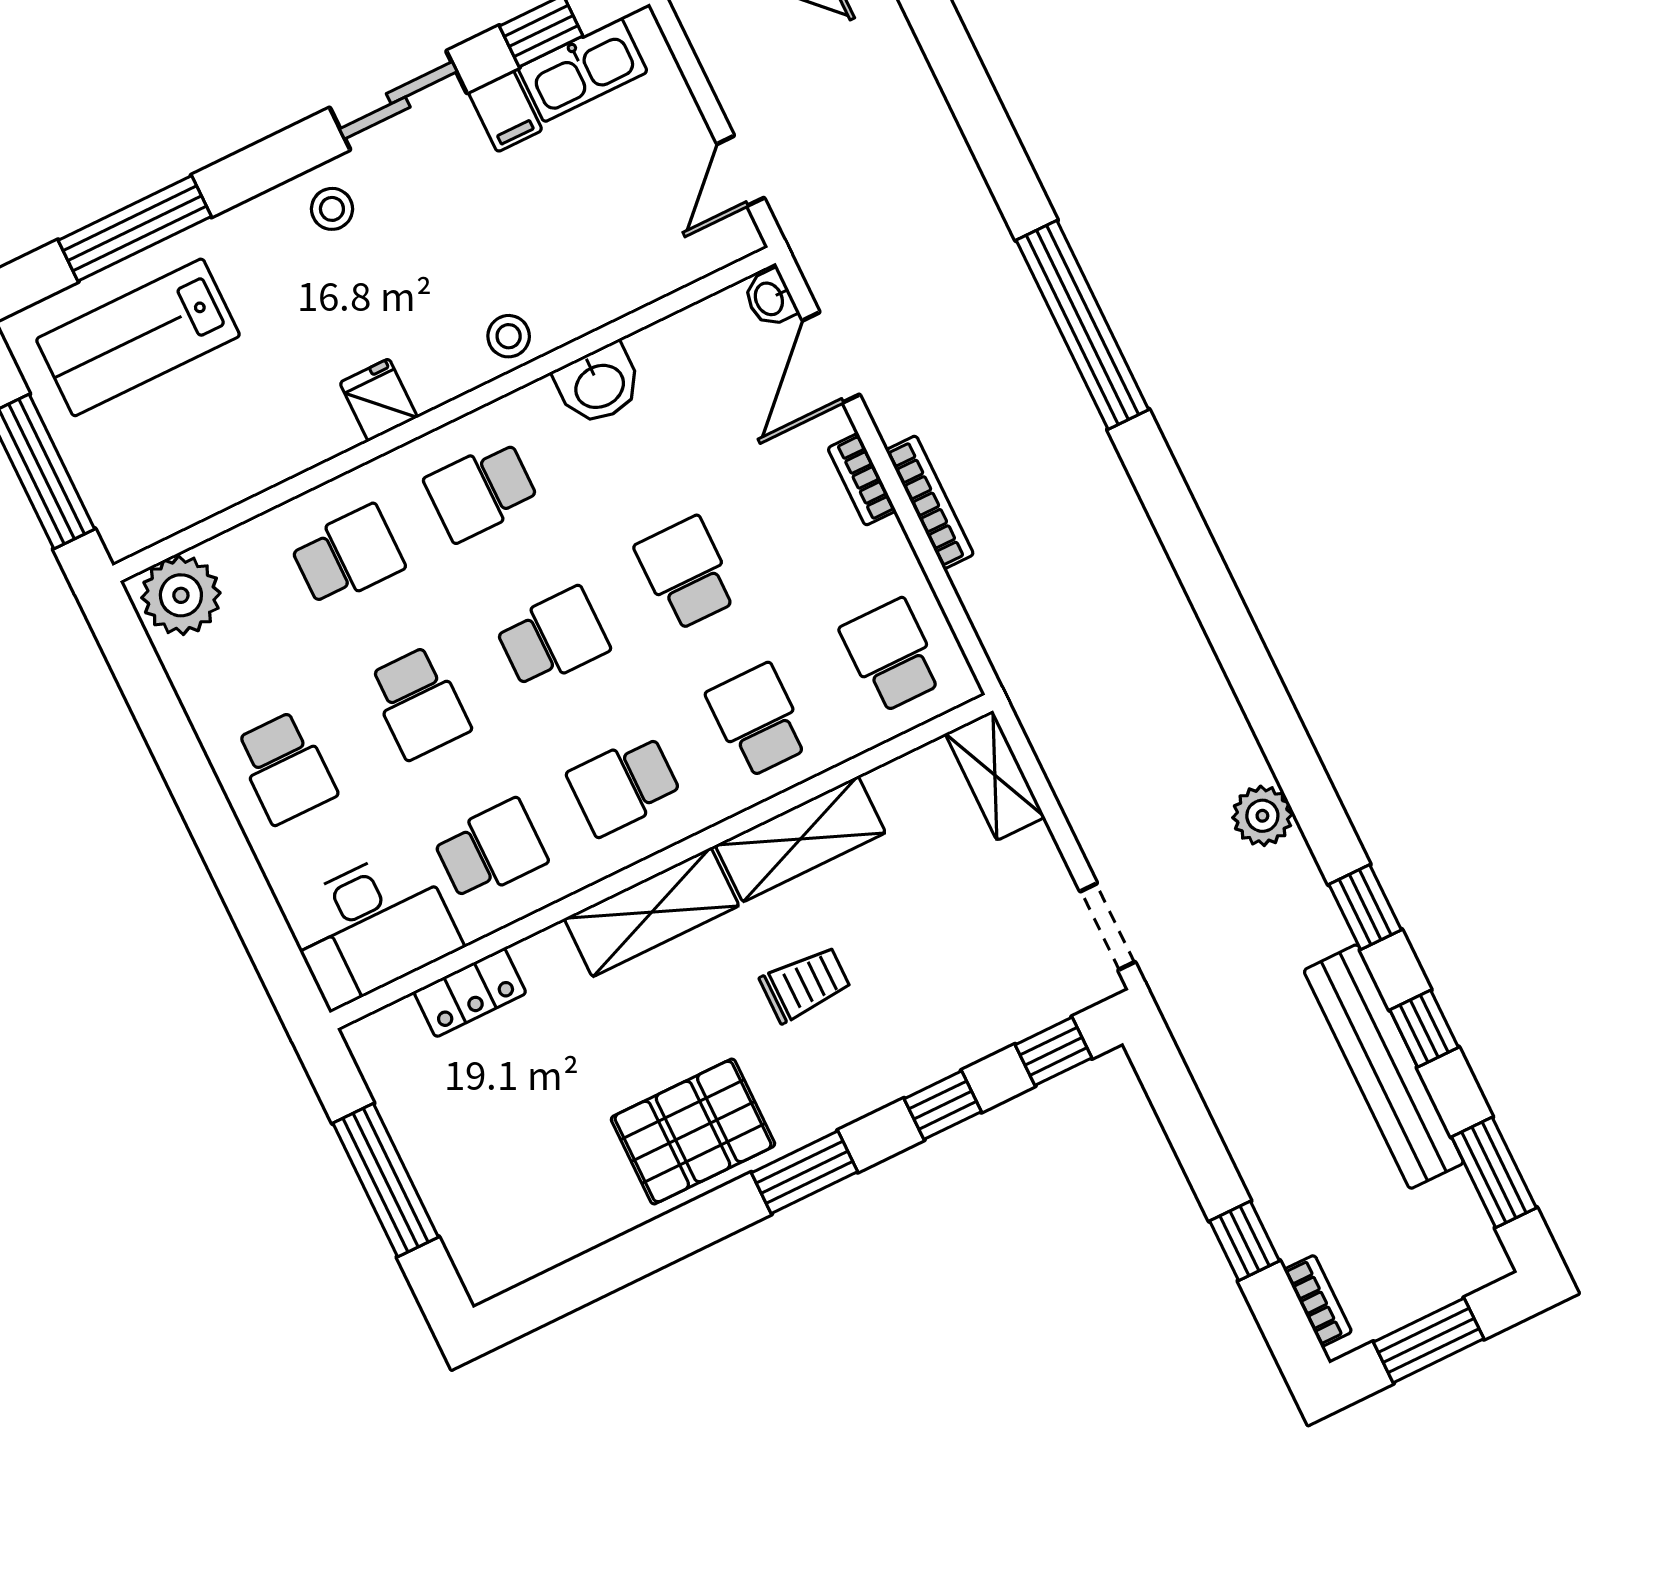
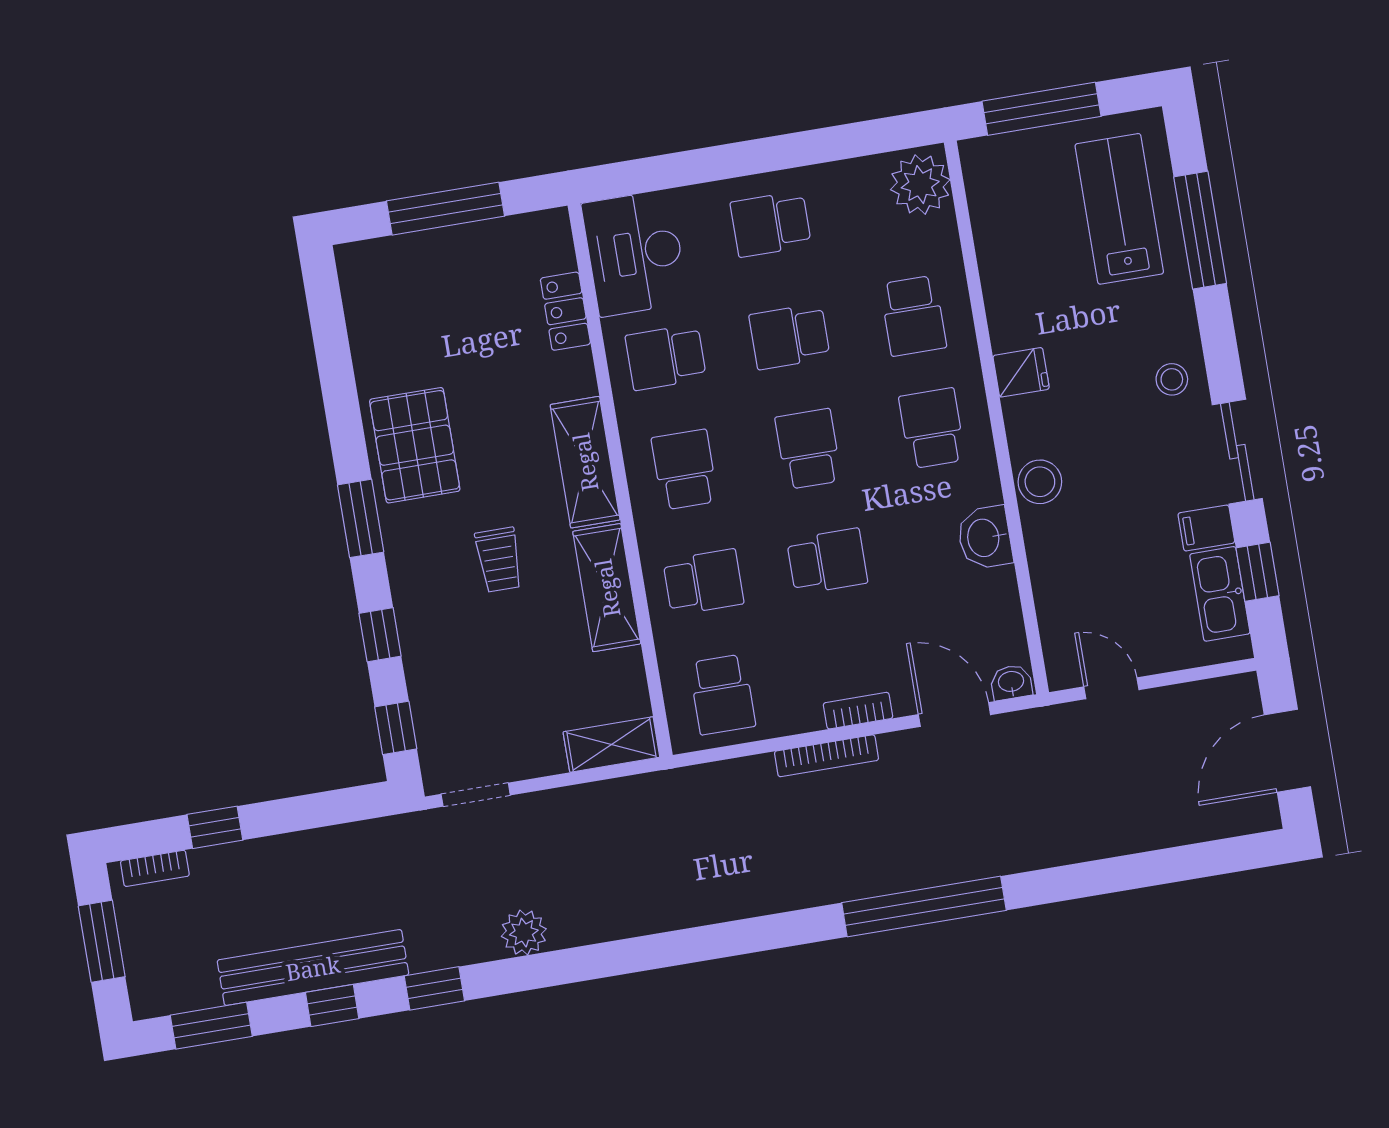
stool: (509, 336) -> (1040, 482), width x1.37, depth x1.37
school desk: (553, 638) -> (808, 449), turned 180
school desk: (892, 655) -> (722, 694), turned 90
school desk: (490, 850) -> (666, 357), turned 90

